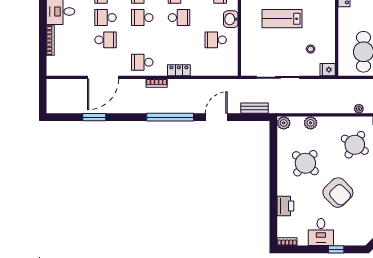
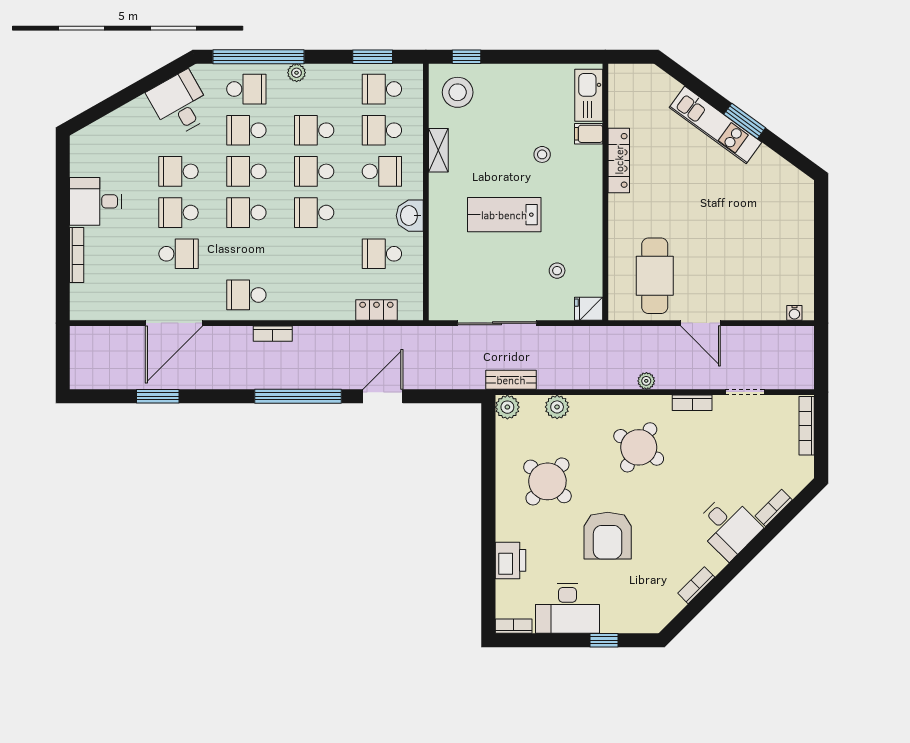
school desk: (179, 18) -> (314, 213), turned 180
locker: (179, 70) -> (376, 310), moved
bench: (254, 108) -> (511, 380), moved
armchair: (338, 193) -> (608, 536), turned 44
desk: (321, 232) -> (568, 608), width x1.37

